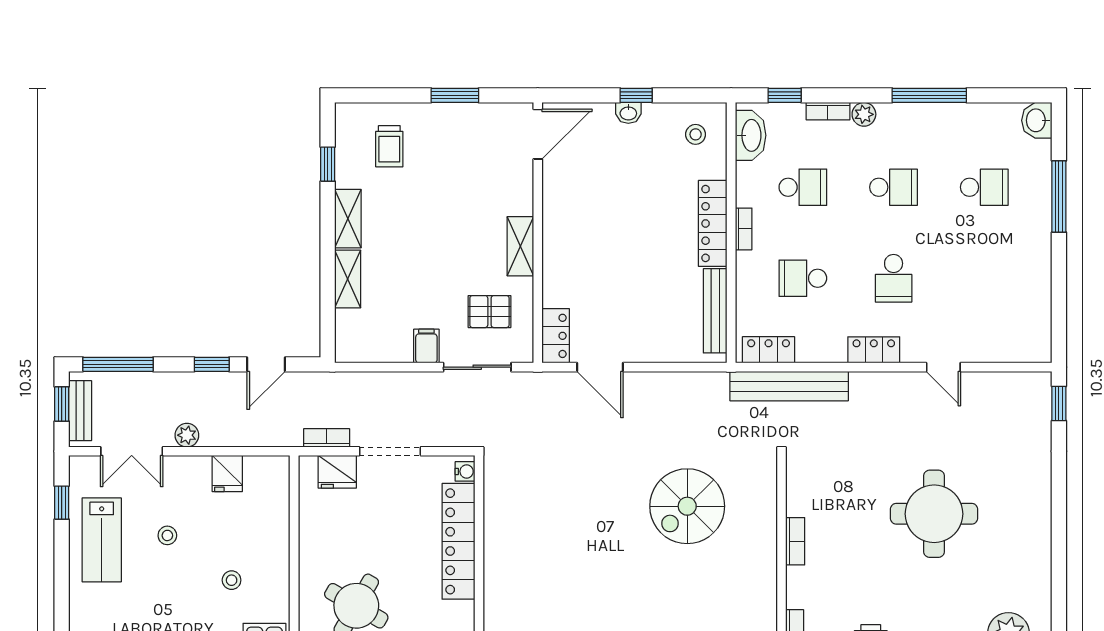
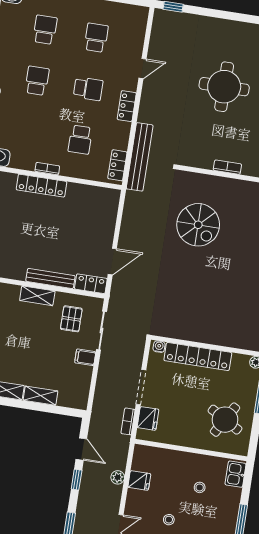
school desk: (803, 187) -> (96, 38), moved
bench: (715, 311) -> (50, 278), moved
plant: (187, 435) -> (118, 477), moved

